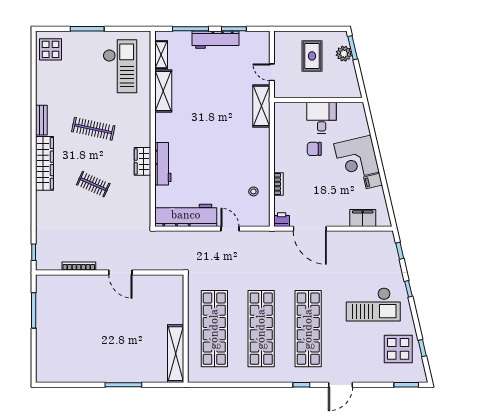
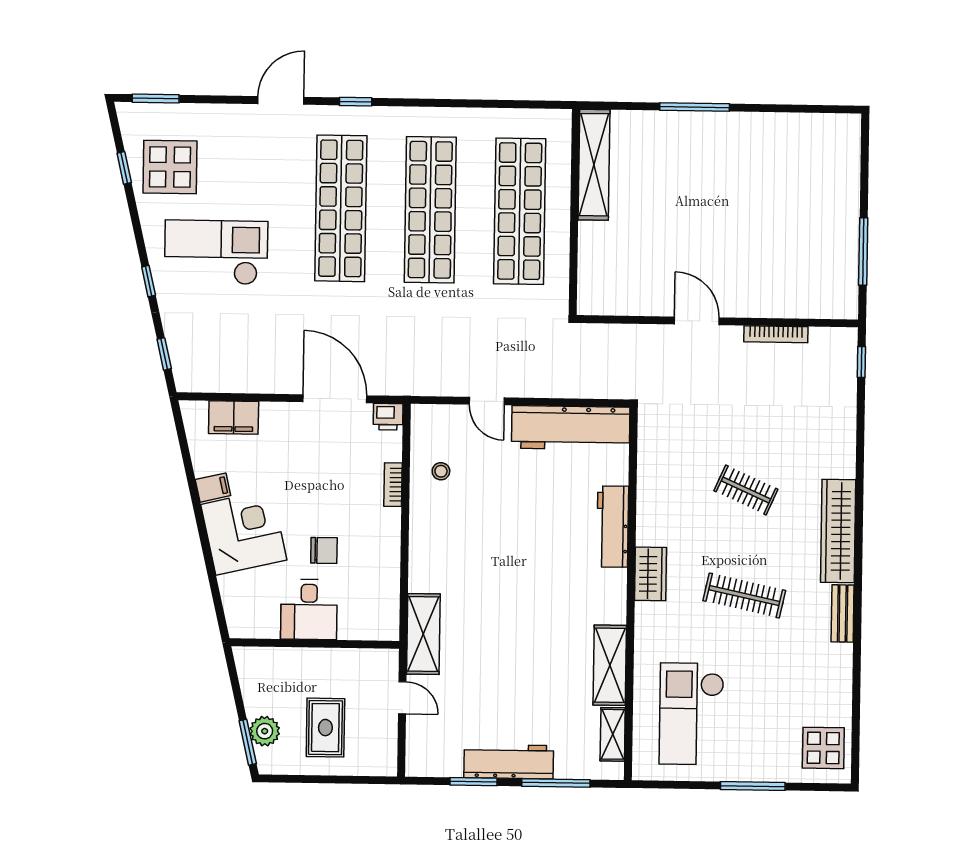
wardrobe: (143, 161) -> (651, 574), moved

